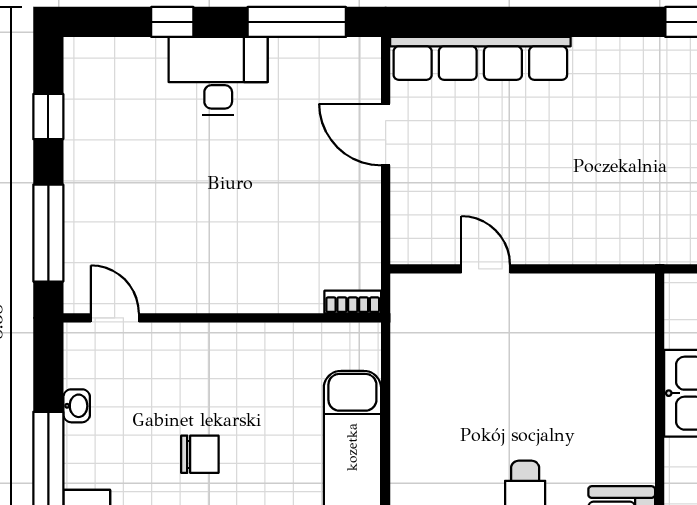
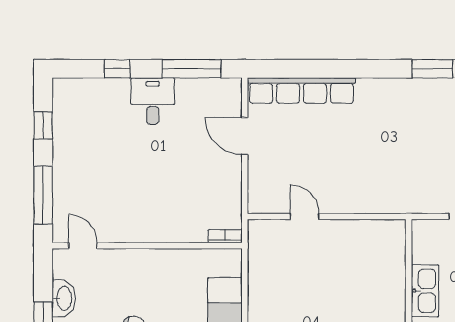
desk: (218, 76) -> (153, 101), width x0.73
washbasin: (77, 406) -> (64, 298), width x1.91, depth x1.45

